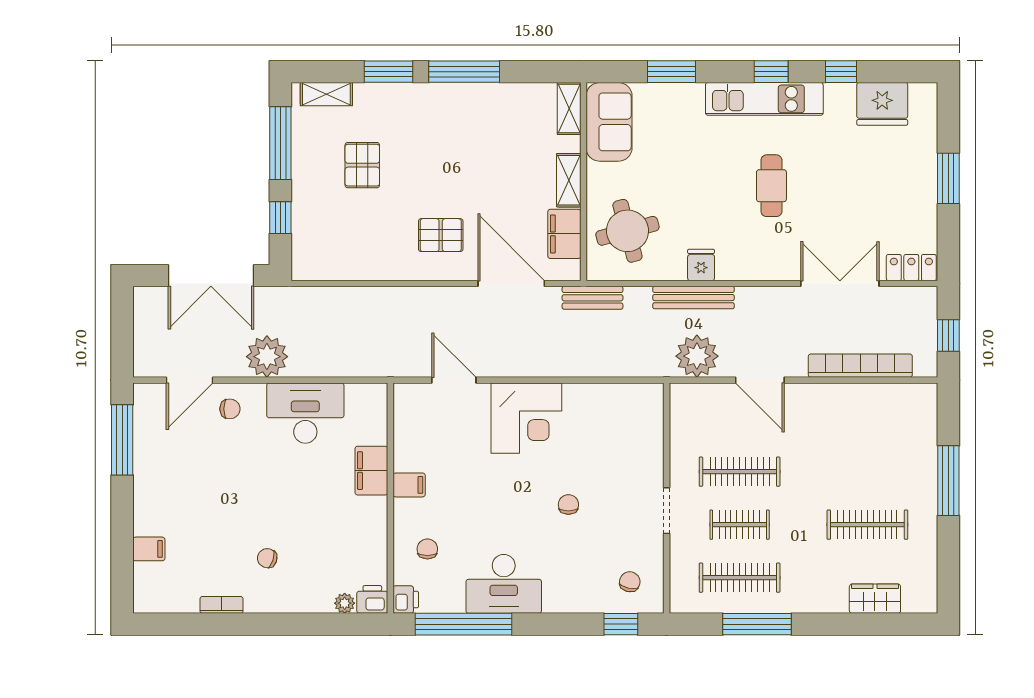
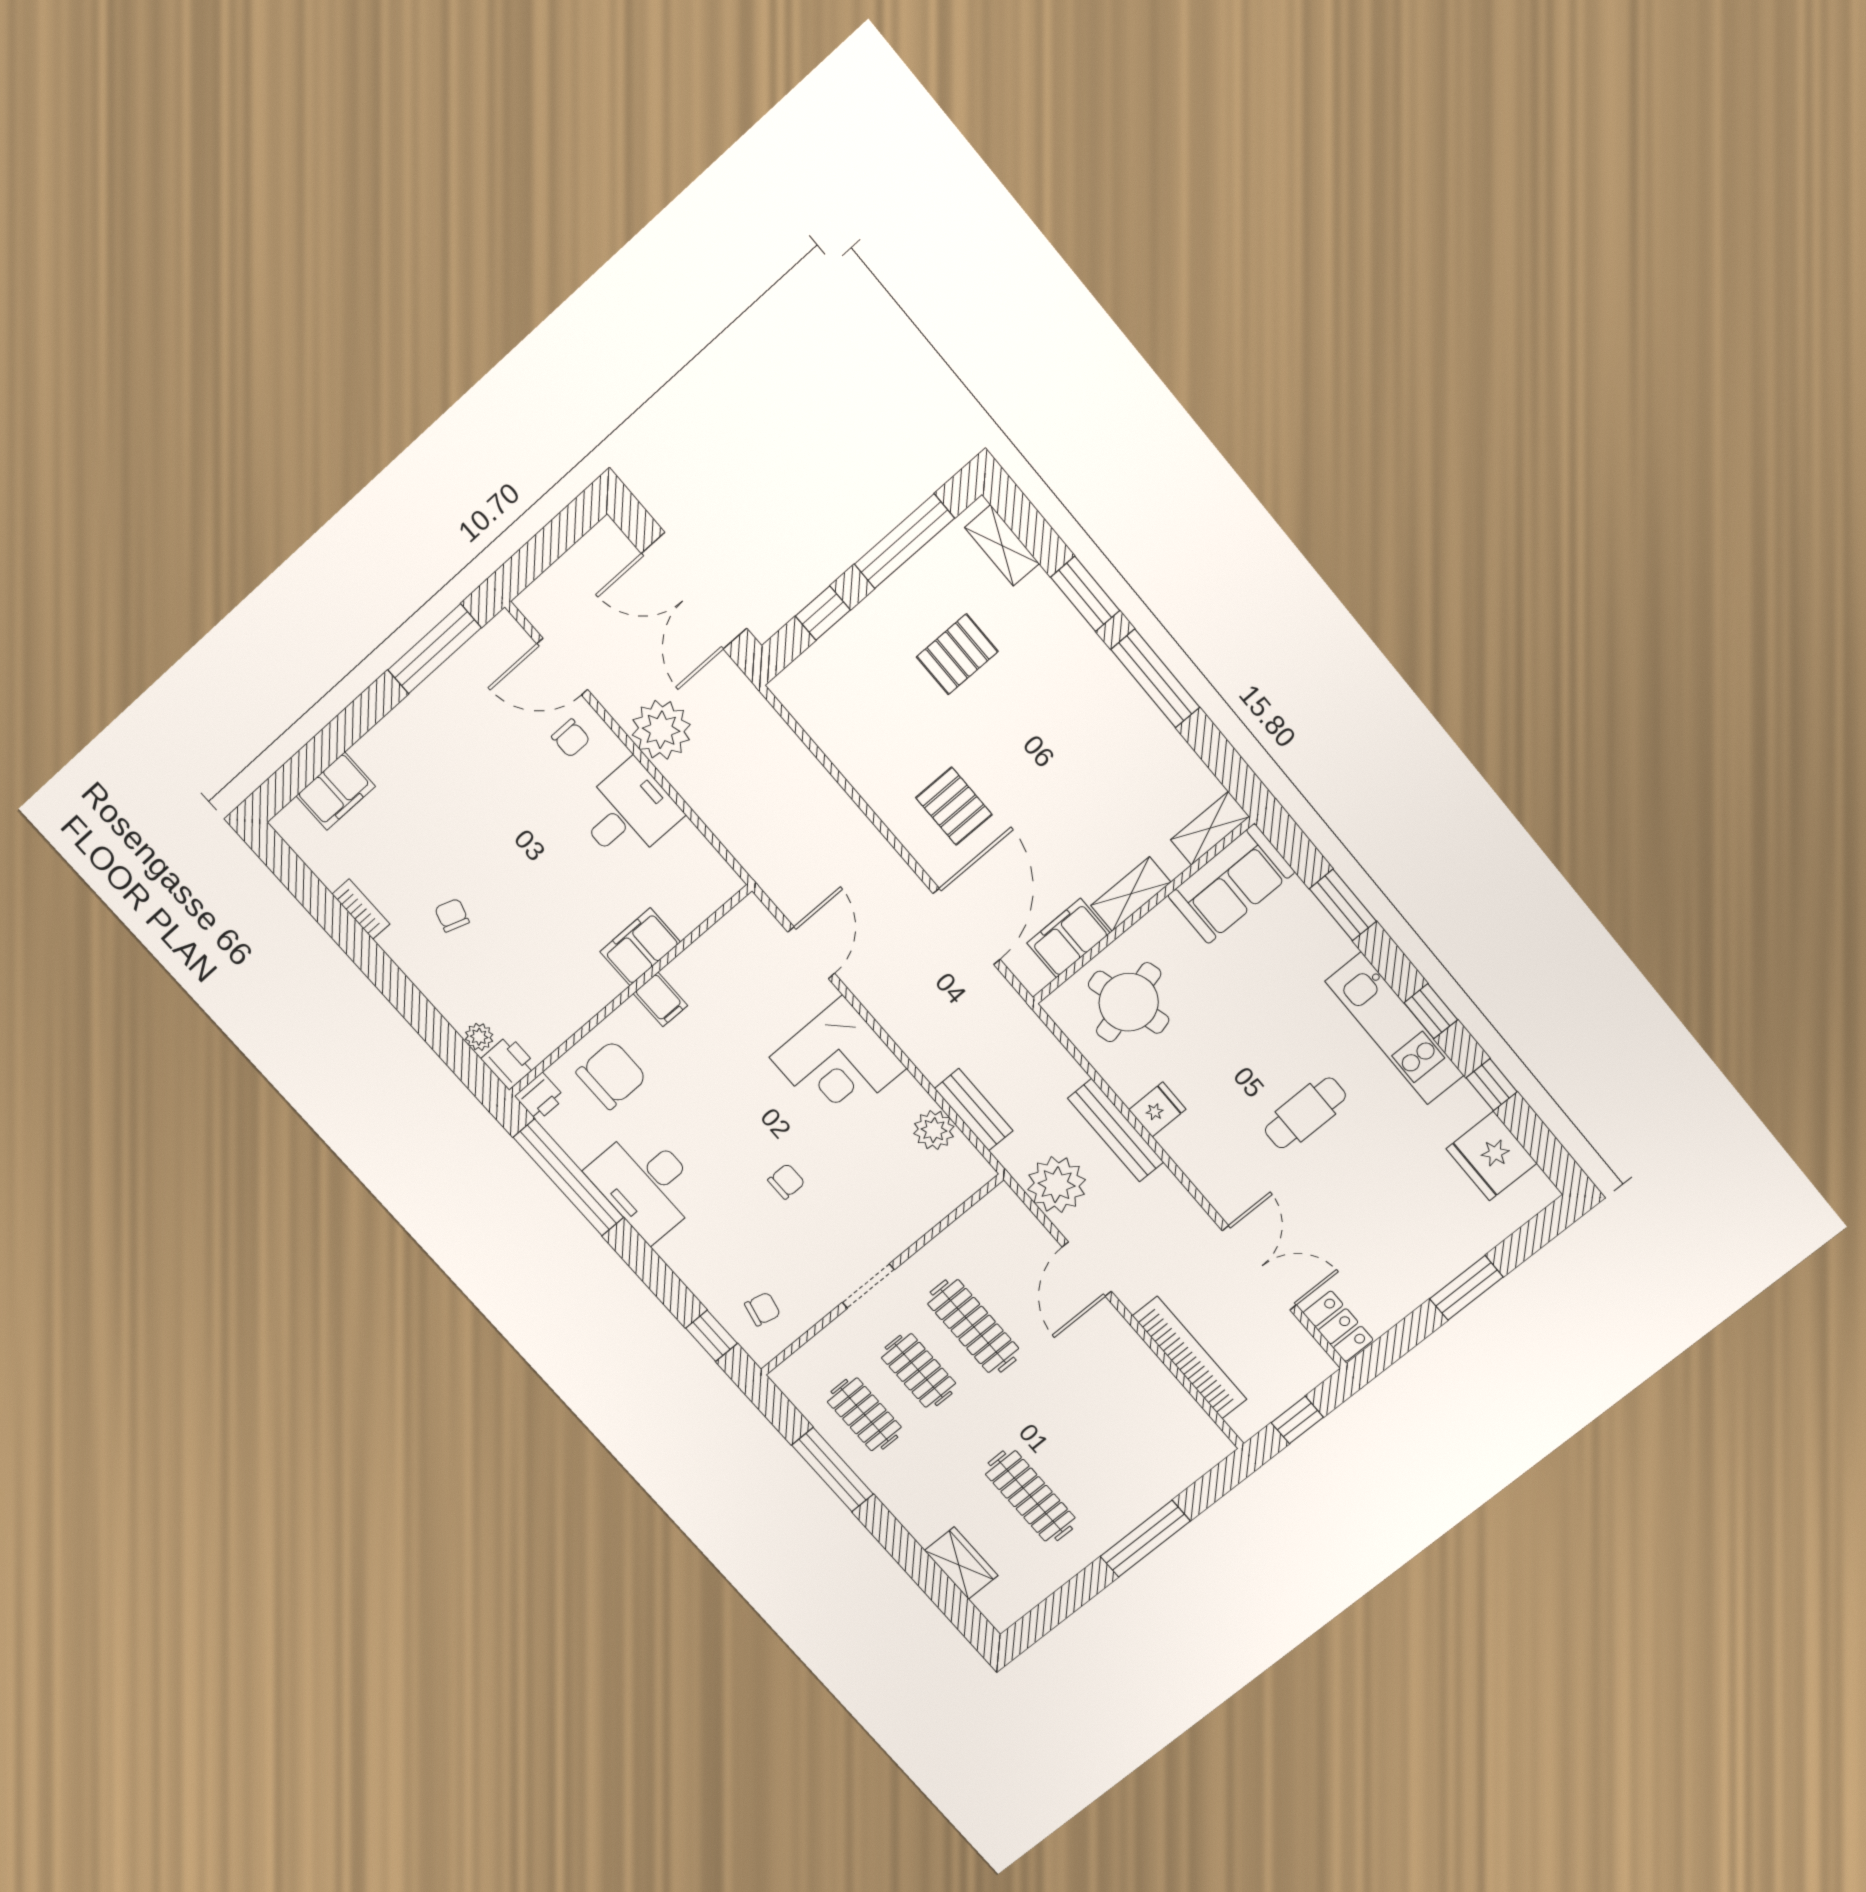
bench: (592, 298) -> (974, 1110), moved
plant: (609, 398) -> (934, 1130), added
desk: (305, 413) -> (628, 813), width x0.73
filing cabinet: (149, 549) -> (336, 791), width x2.00
chair: (427, 549) -> (611, 1075), width x1.87, depth x1.87
clothes rail: (740, 578) -> (864, 1414), width x0.73

